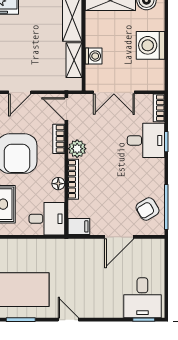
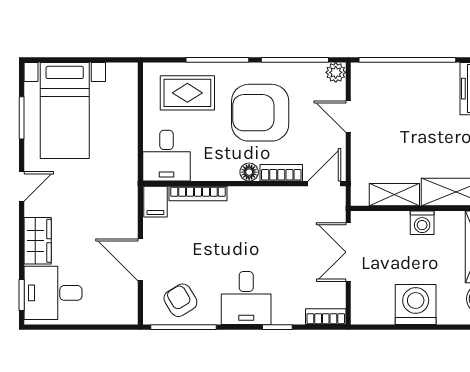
washing machine: (94, 56) -> (422, 223), moved
desk: (146, 140) -> (246, 298), moved
plant: (77, 149) -> (267, 199), removed
bookcase: (73, 179) -> (198, 194), moved
floor lamp: (58, 184) -> (249, 172), moved
wardrobe: (106, 308) -> (38, 241), added

